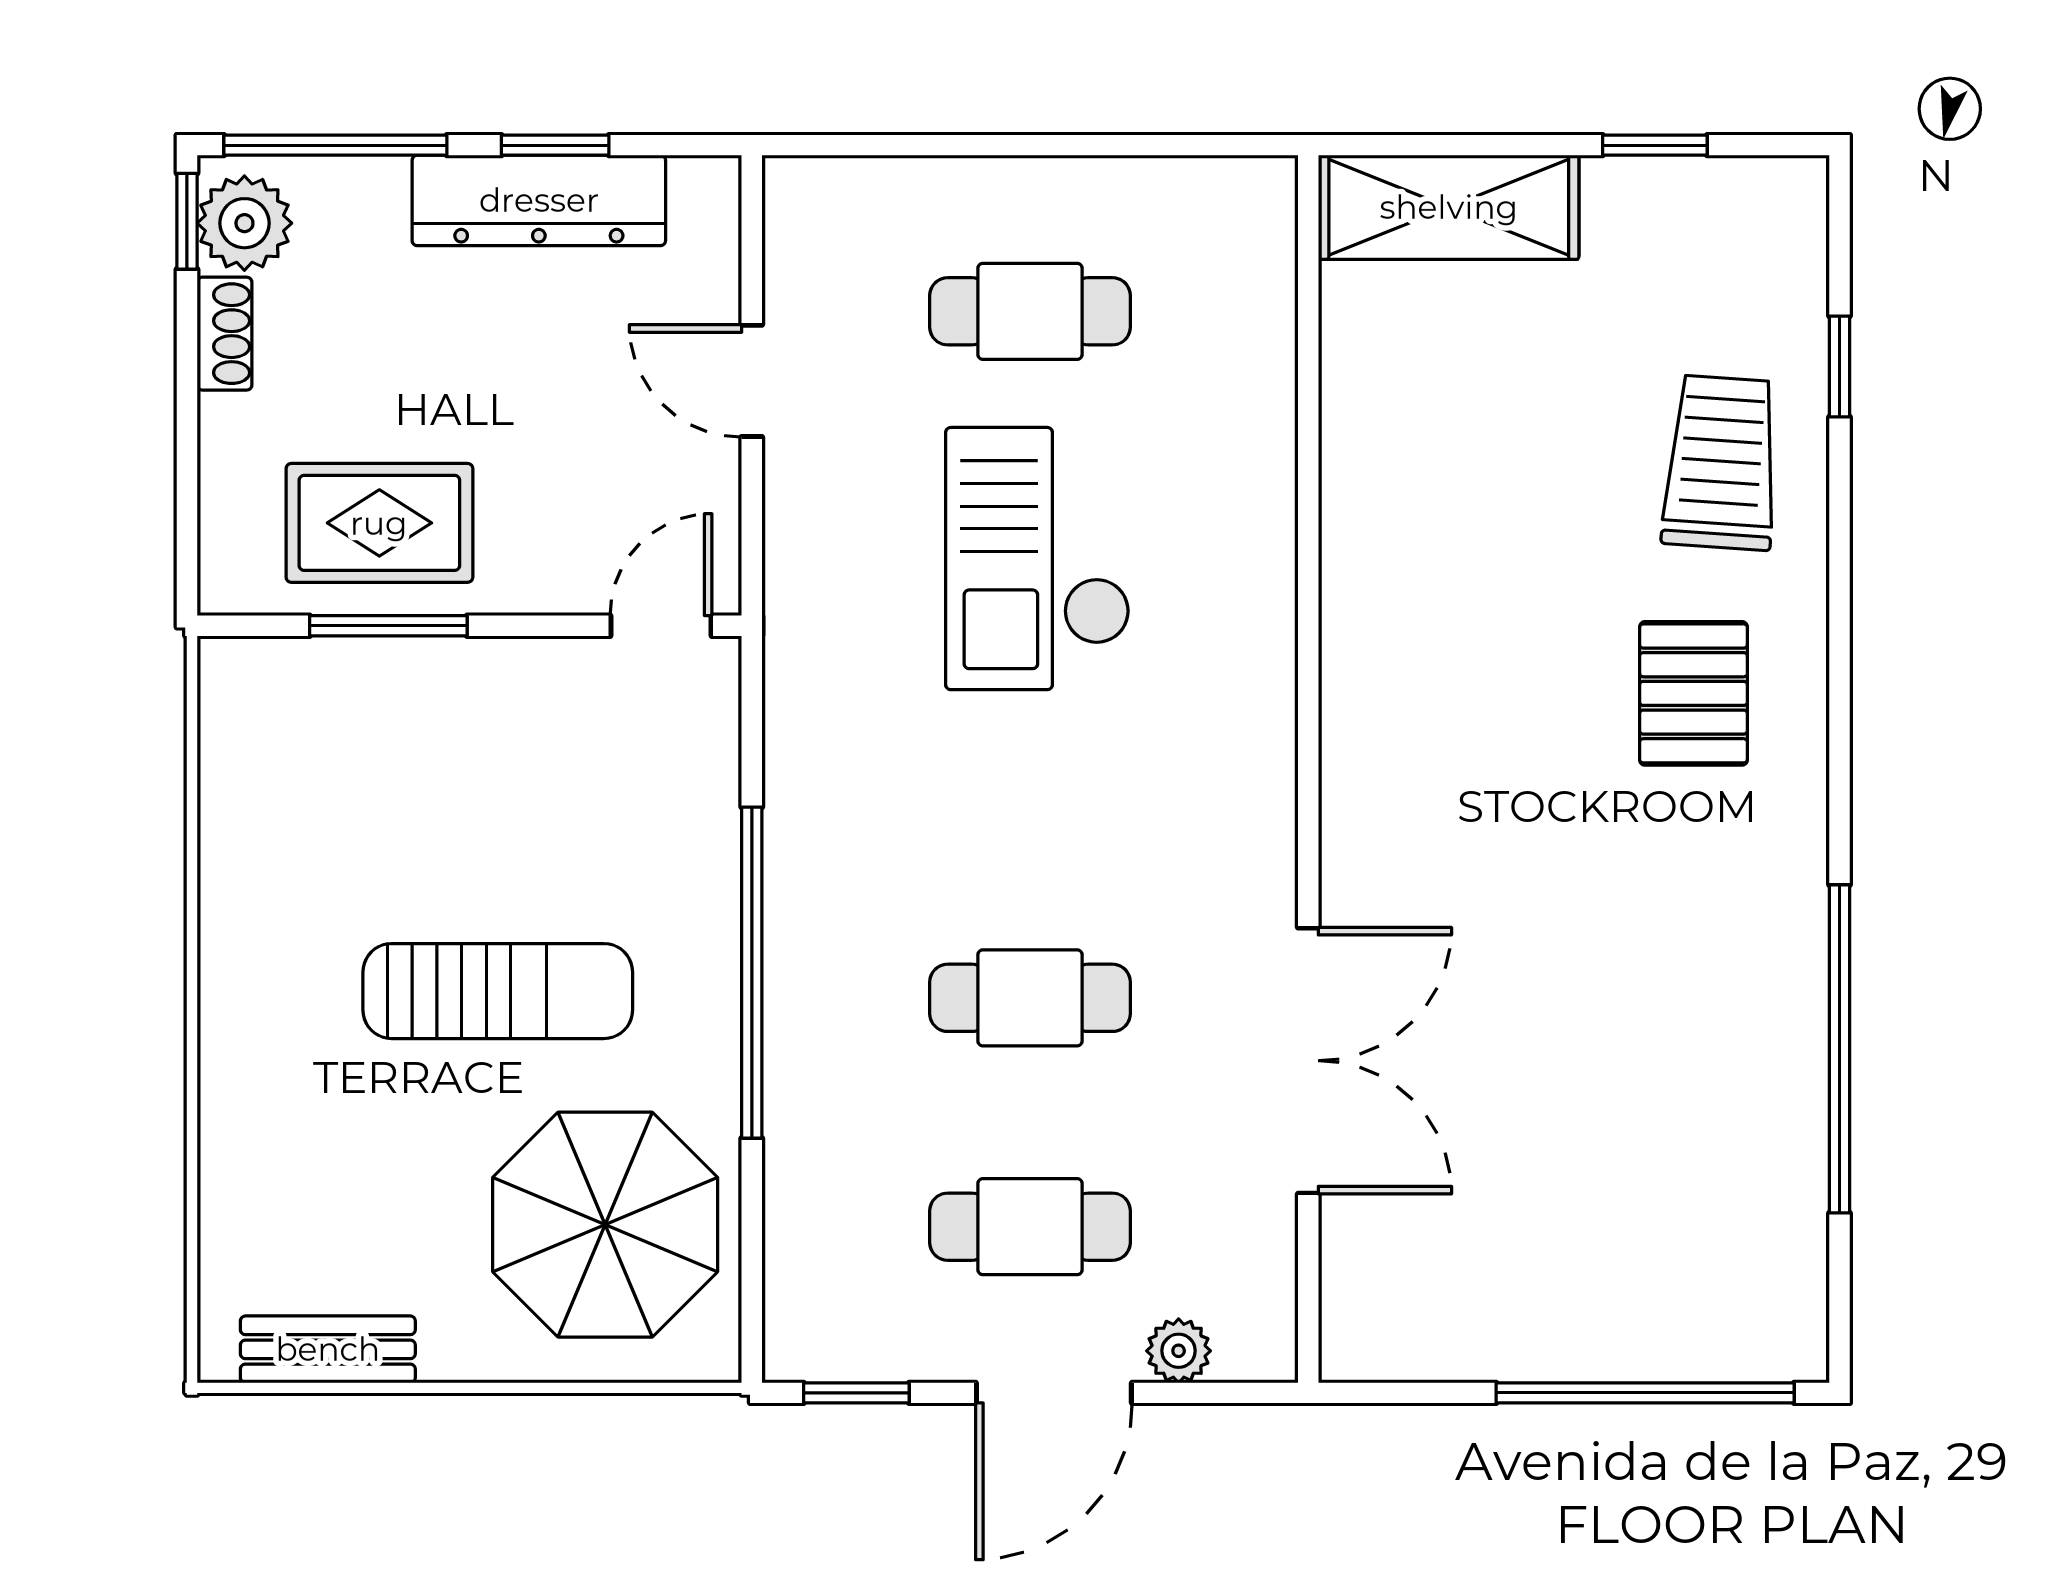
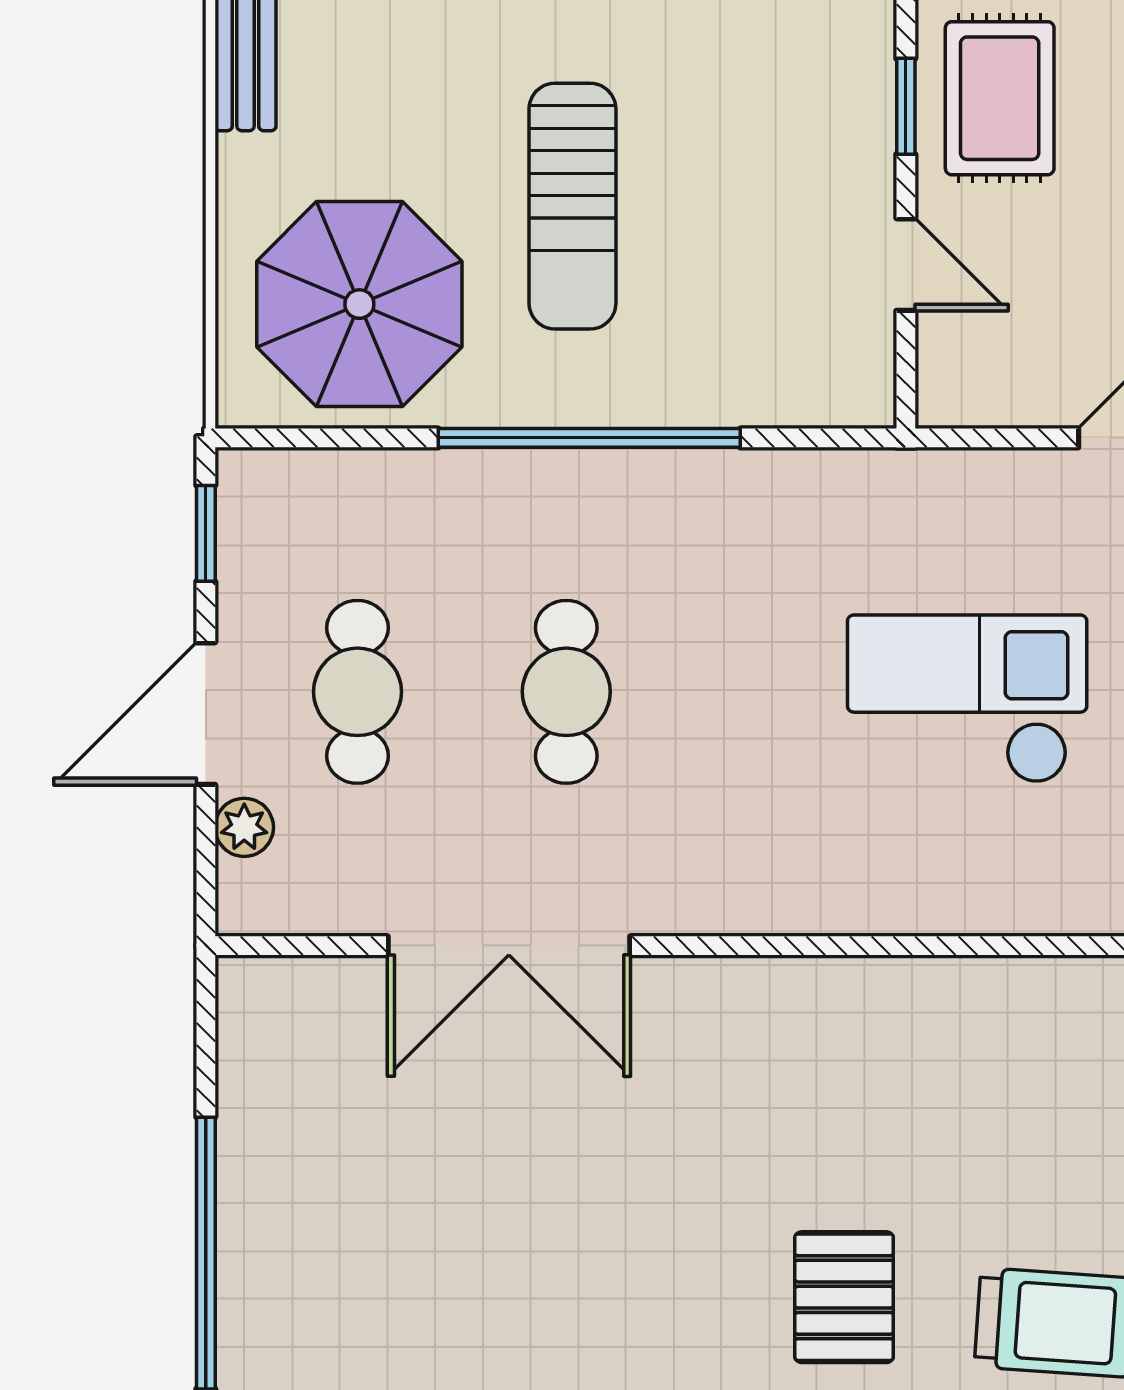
window: (388, 626) -> (906, 106), width x0.67
door: (661, 626) -> (906, 265), moved
pallet: (1693, 693) -> (844, 1297), turned 90
door: (1054, 1393) -> (206, 714), hinge flipped

